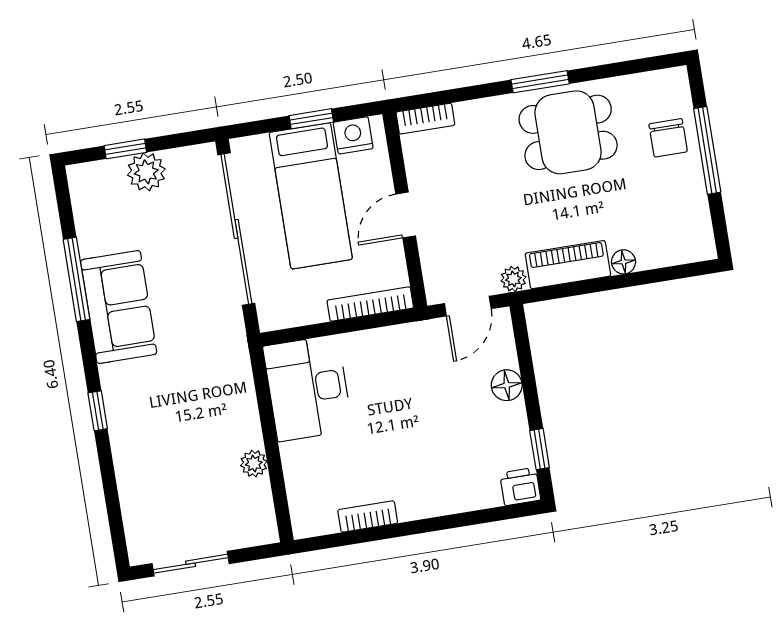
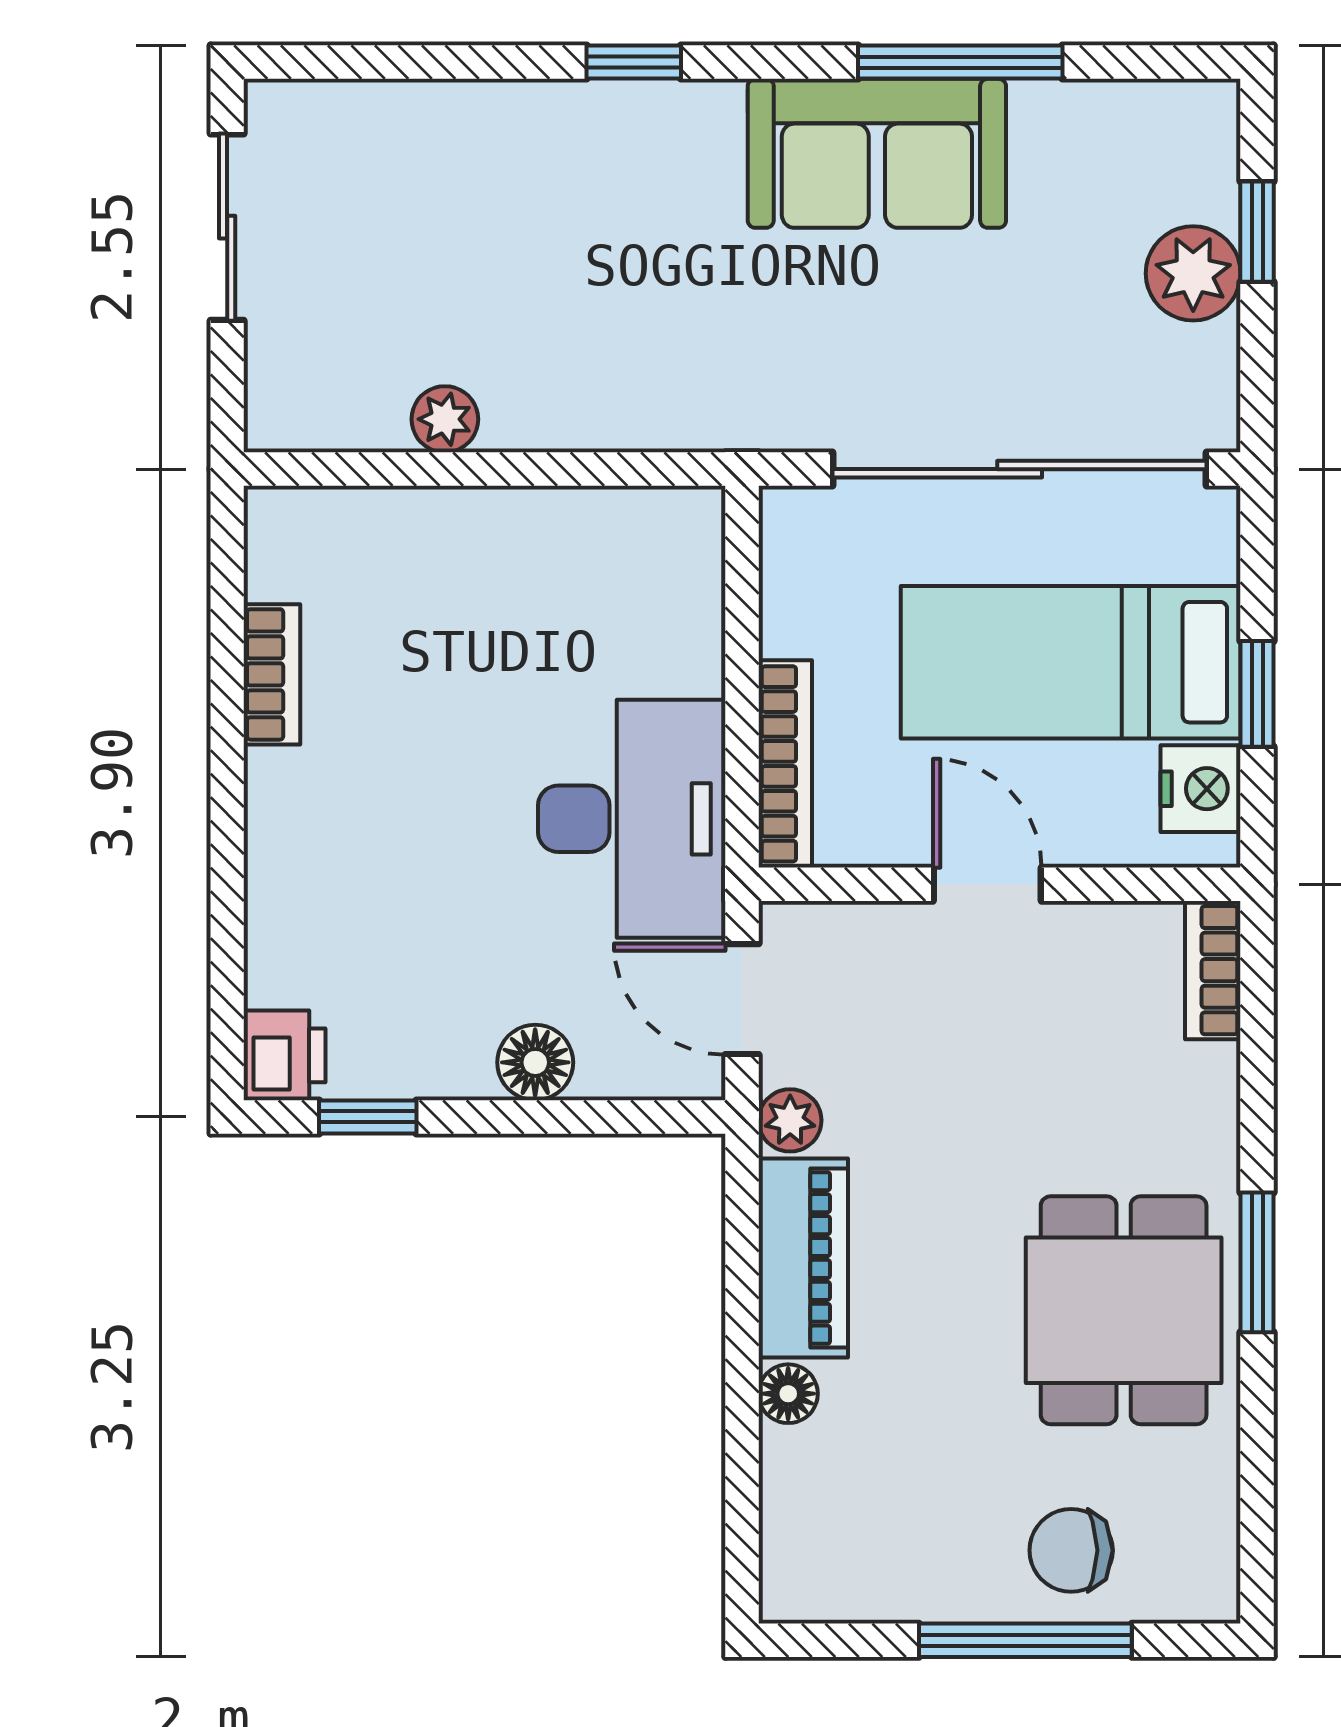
desk: (308, 388) -> (632, 819), moved, turned 90

